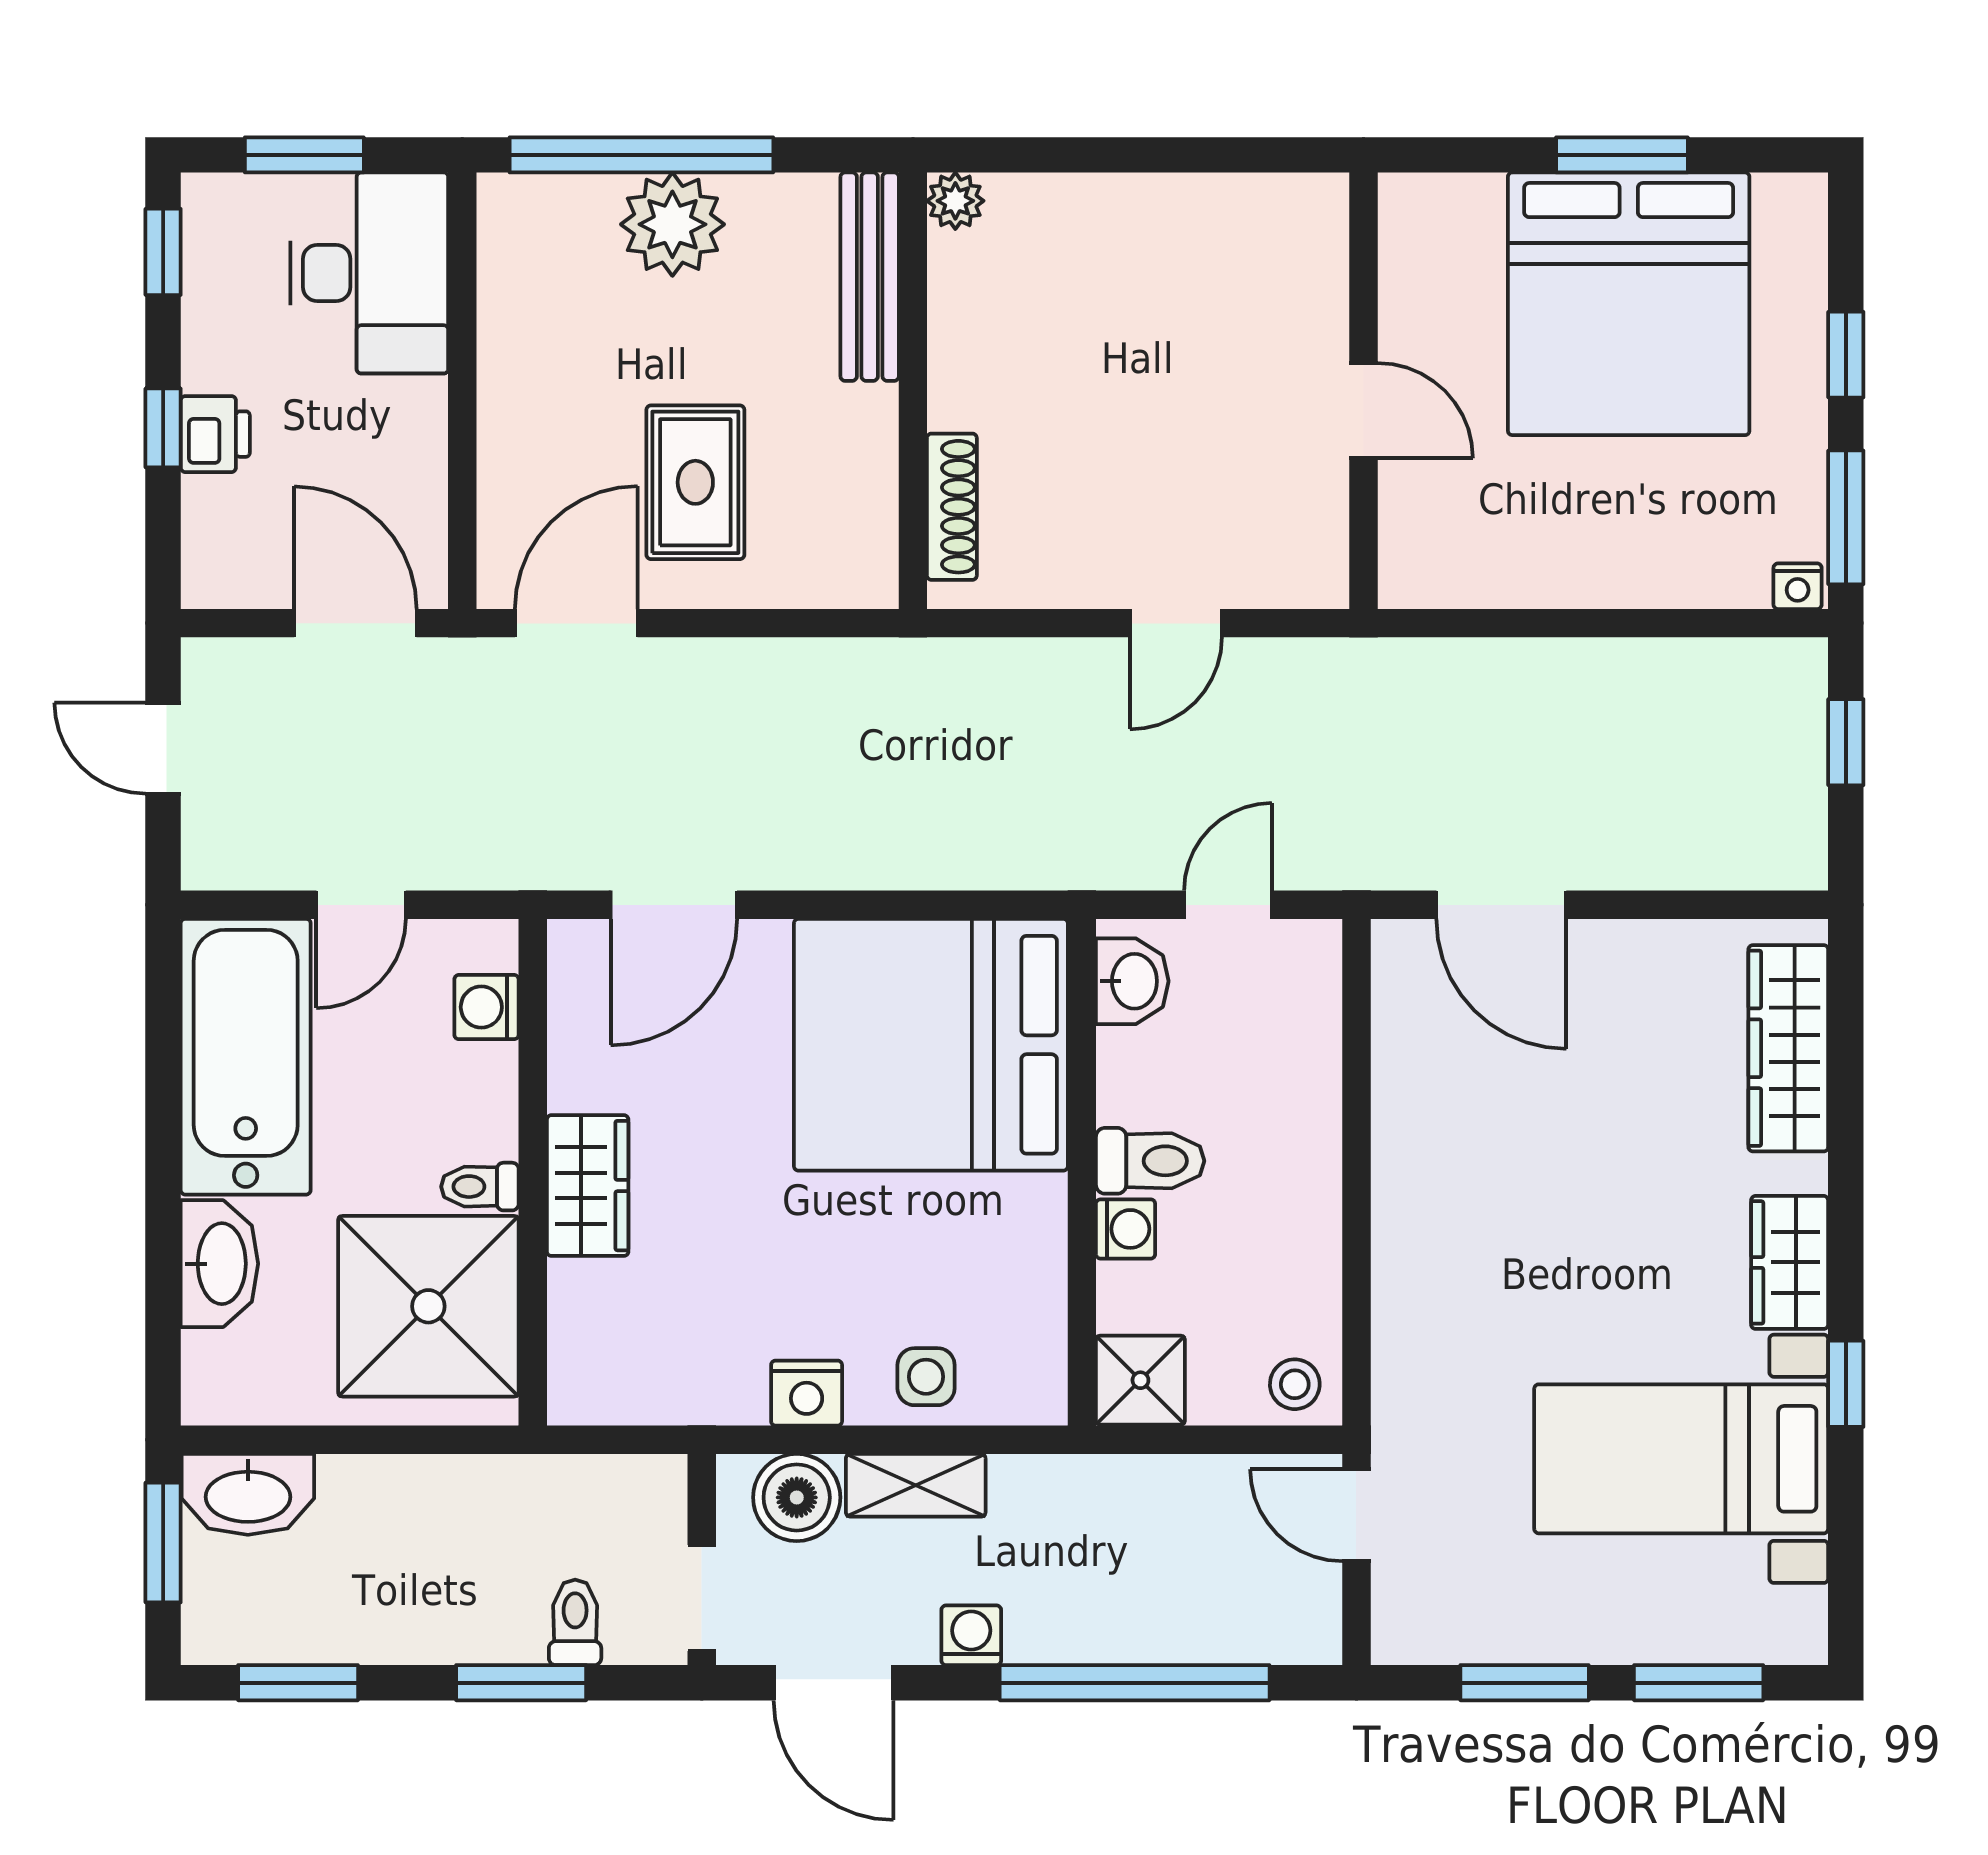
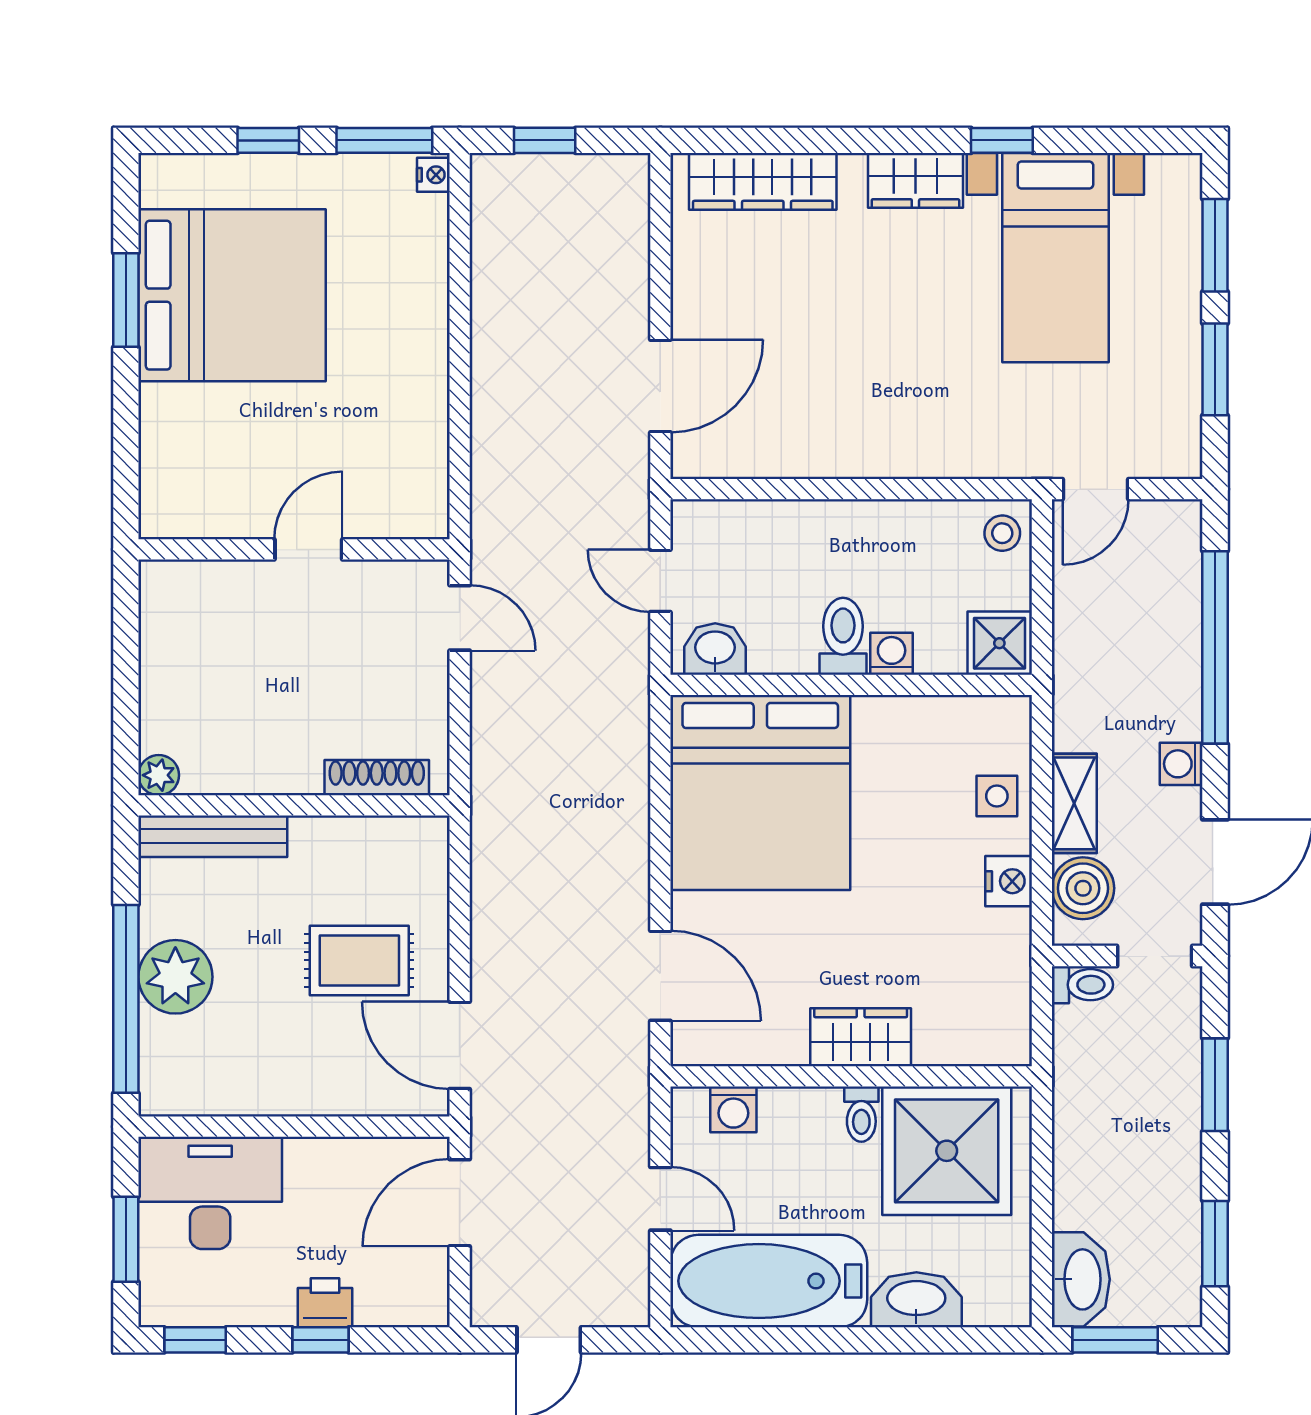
wall: (1364, 391) -> (294, 549), moved
door: (1364, 411) -> (308, 549), moved
toilet: (575, 1622) -> (1082, 985), moved, turned 180

